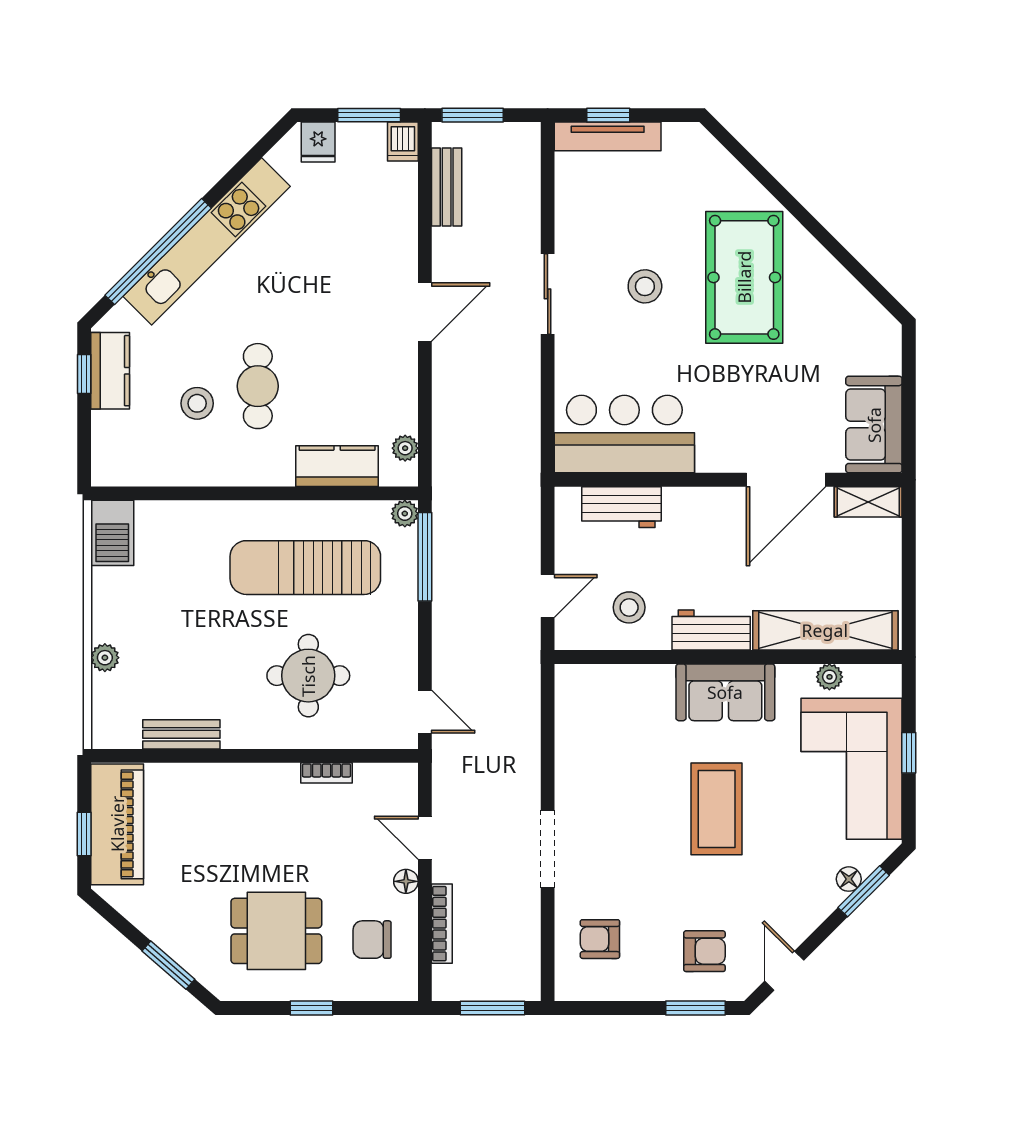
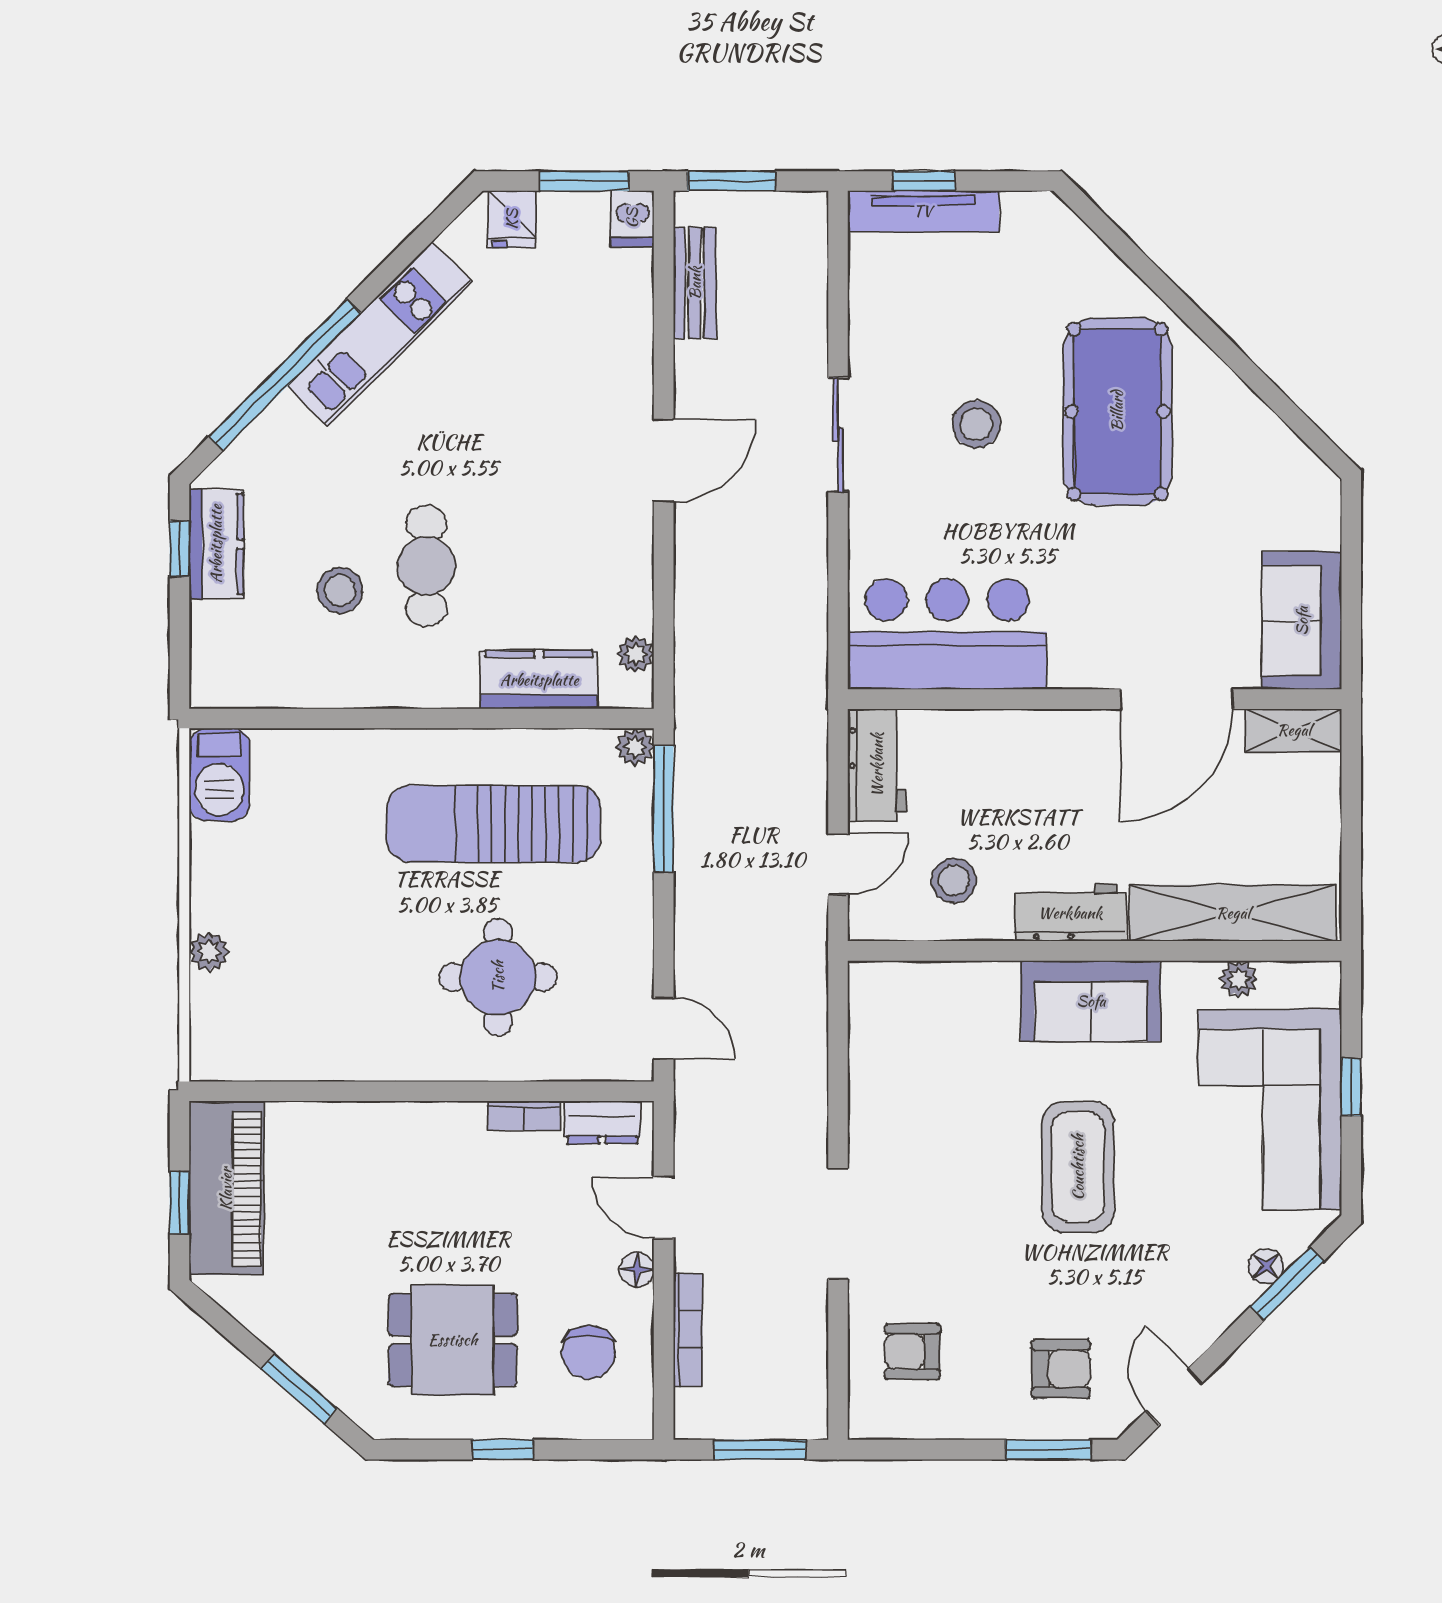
kitchen unit: (207, 241) -> (380, 334), width x0.73
workbench: (622, 507) -> (877, 765), moved, turned -90
bench: (181, 734) -> (318, 1061), removed
dresser: (382, 778) -> (602, 1122), added
chair: (372, 940) -> (589, 1352), turned -90

